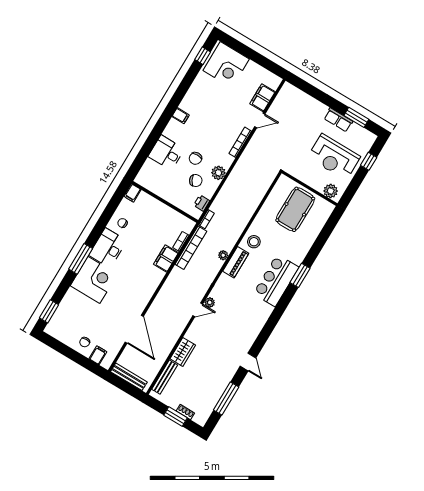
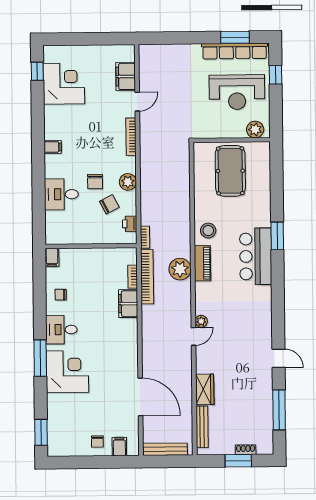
corner desk: (226, 65) -> (64, 84), moved, turned -90
row of seats: (338, 120) -> (235, 51), width x2.02
desk: (108, 248) -> (61, 330), width x0.73
plant: (223, 255) -> (180, 269), width x1.88, depth x1.88

